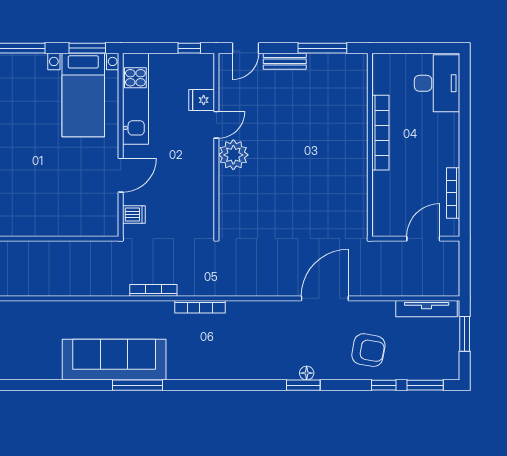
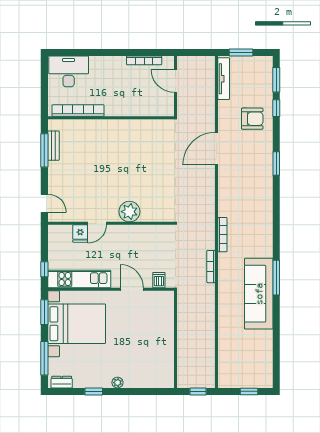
window: (189, 48) -> (44, 269), moved
bench: (285, 61) -> (53, 146), moved
bed with nightstands: (83, 95) -> (77, 324), width x1.36
door: (216, 125) -> (97, 223), swing flipped
bookcase: (380, 133) -> (78, 110), moved
plant: (233, 155) -> (129, 212), moved
door: (325, 298) -> (217, 149), hinge flipped
armchair: (368, 350) -> (252, 119), turned 80
floor lamp: (307, 373) -> (268, 161), removed

